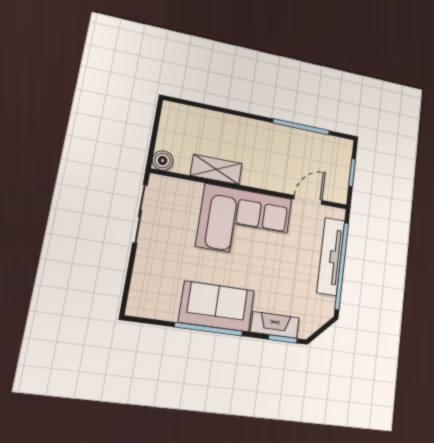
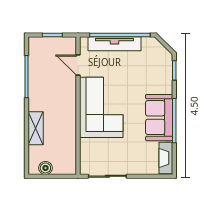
boiler: (163, 161) -> (45, 168), moved
shelving: (216, 169) -> (36, 128), moved
fireplace: (275, 325) -> (166, 158), moved

